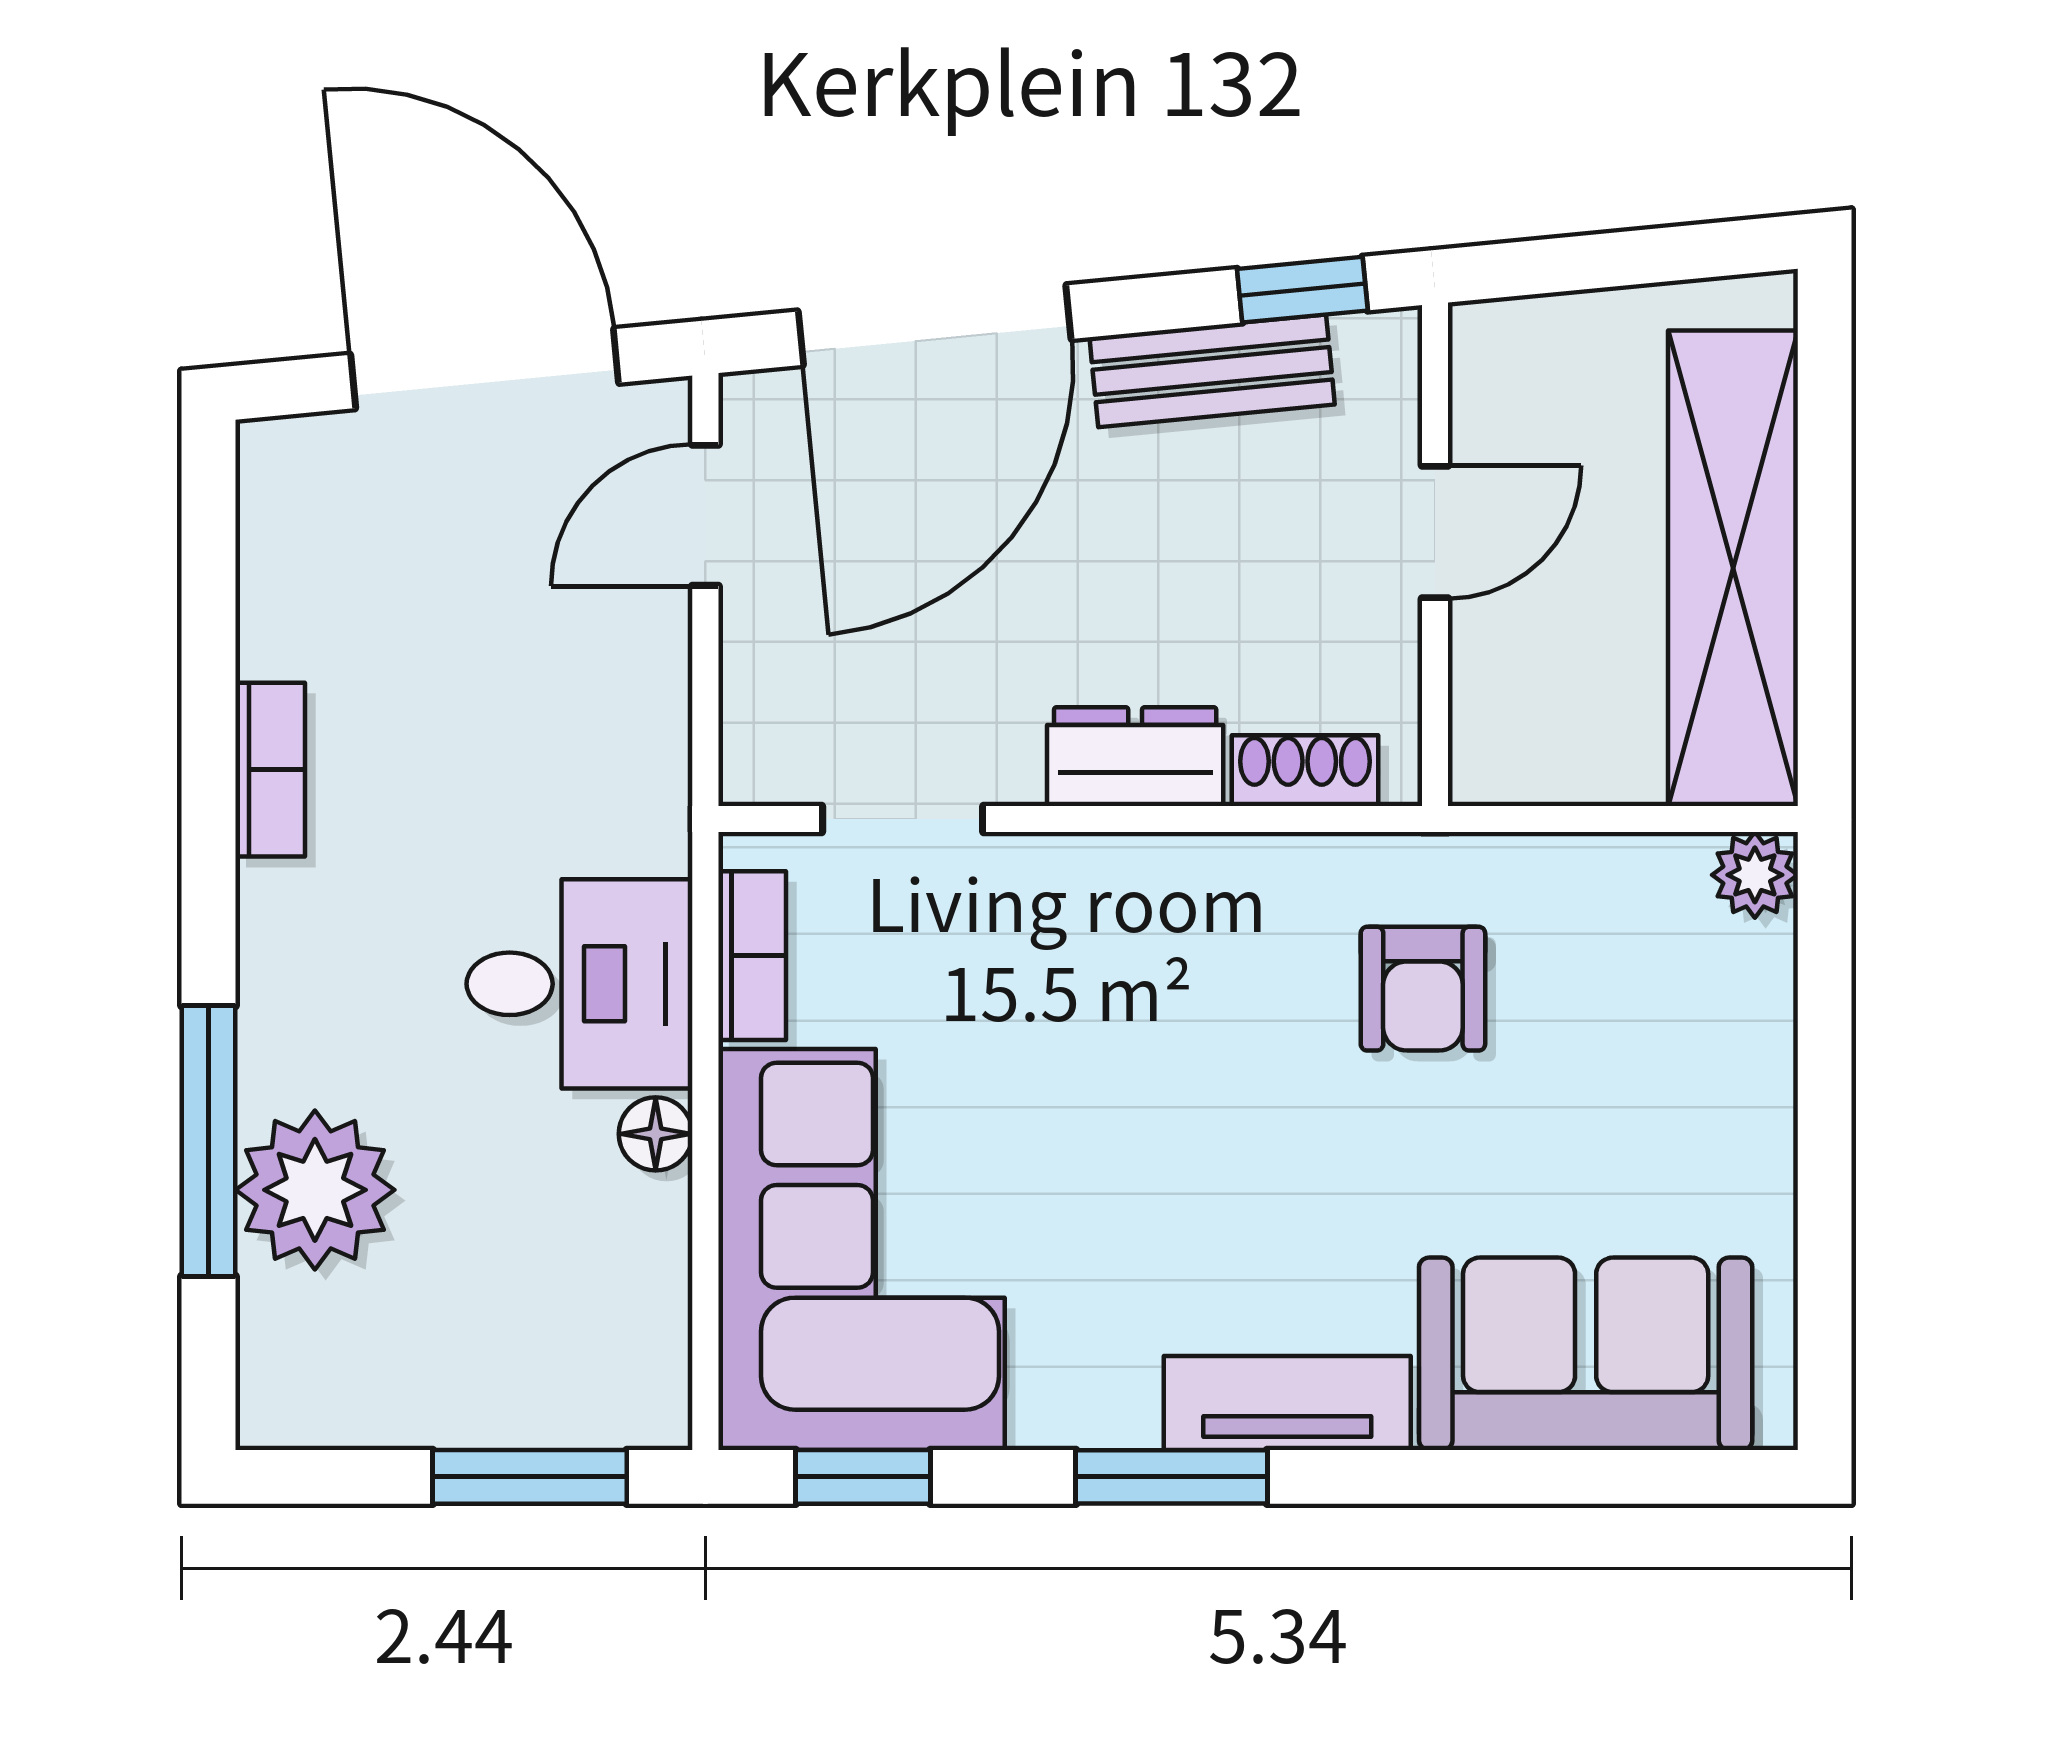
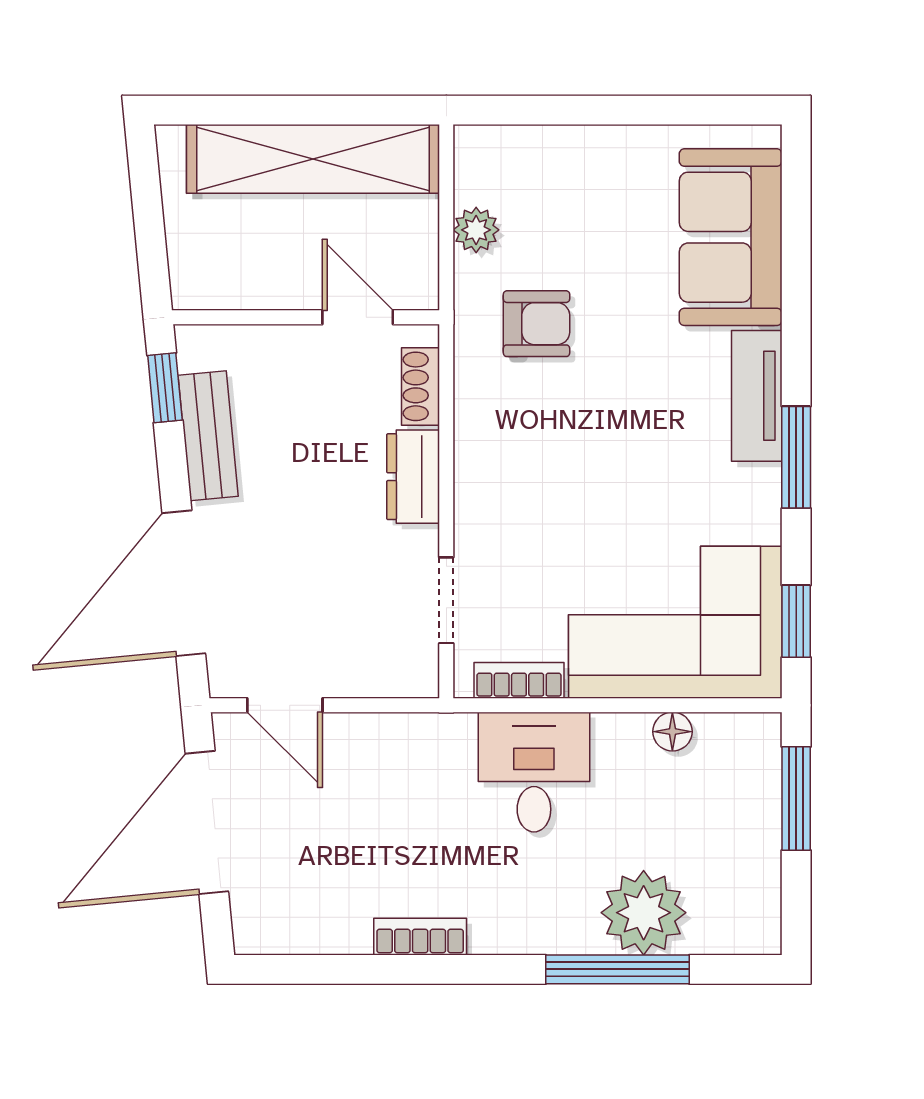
door: (935, 325) -> (184, 583), swing flipped
door: (1435, 532) -> (358, 317), moved
plant: (1755, 875) -> (476, 230), moved
floor lamp: (656, 1134) -> (672, 732), moved

